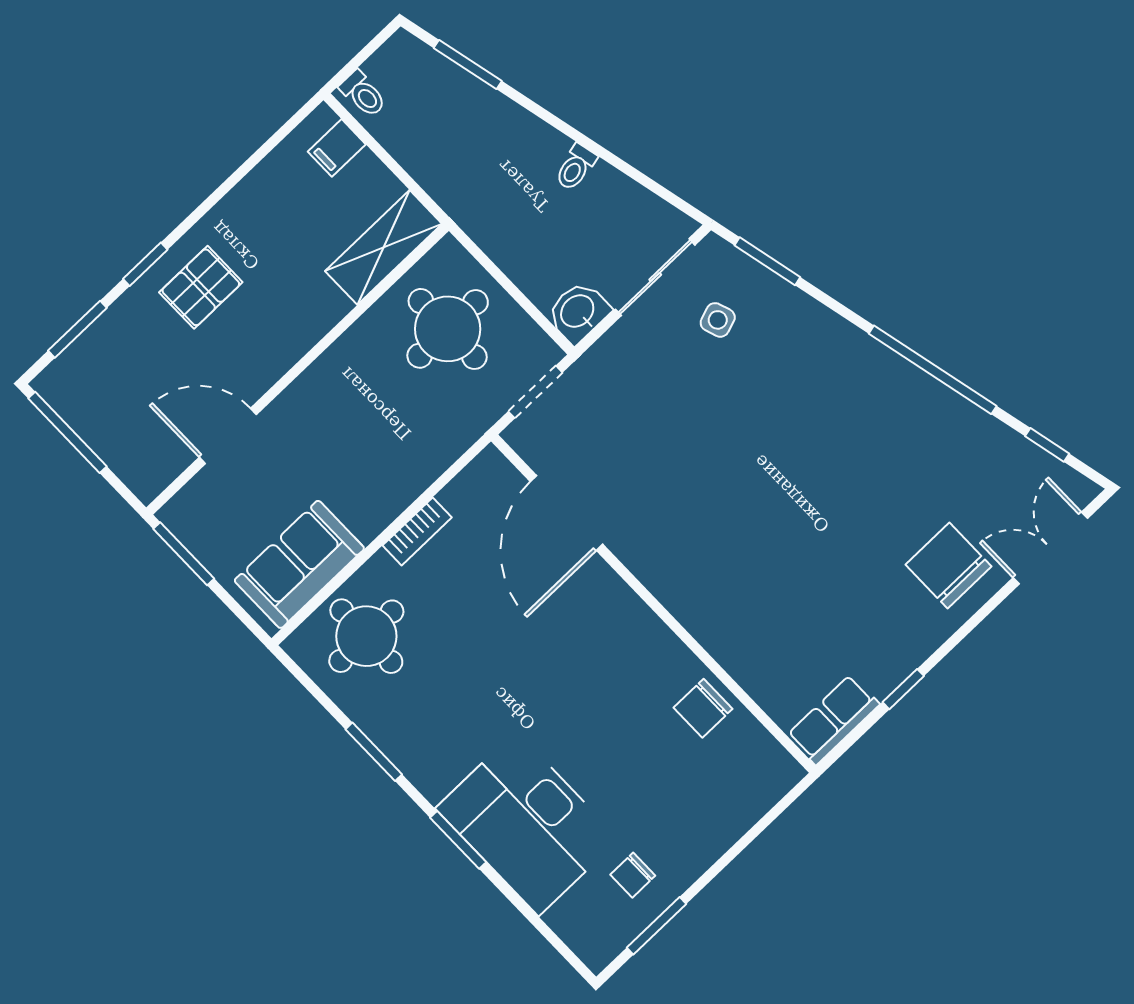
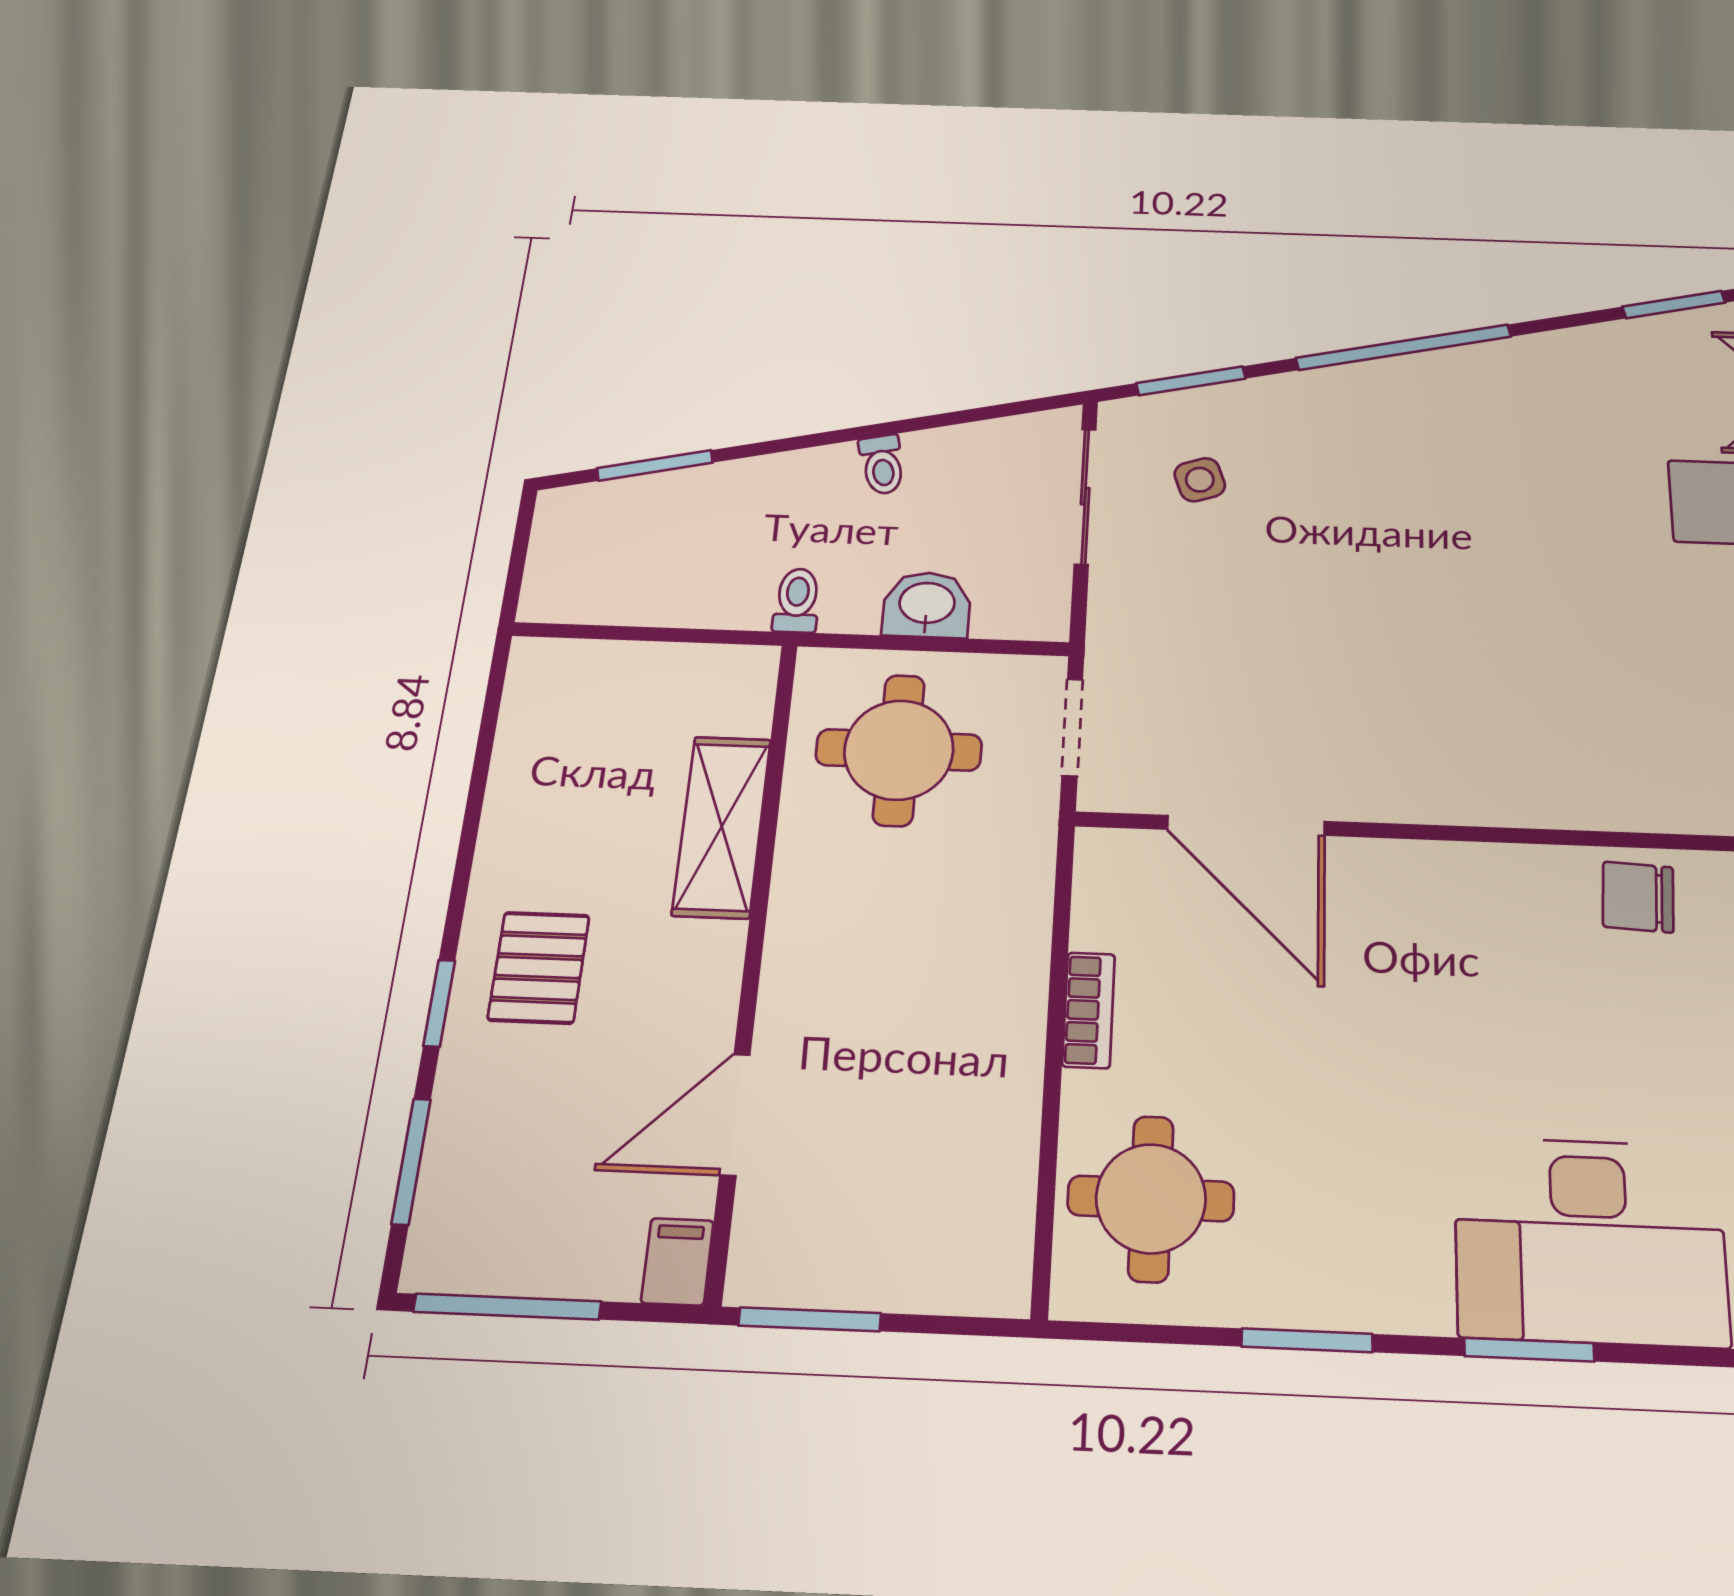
toilet: (363, 94) -> (797, 600), moved, turned -90
filing cabinet: (337, 148) -> (677, 1262), moved, turned 180
shelving: (383, 247) -> (722, 826), moved
washbasin: (578, 312) -> (927, 605), moved, turned 90
window: (933, 370) -> (1404, 347), moved
window: (1047, 445) -> (1674, 305), width x1.50
sofa: (299, 564) -> (978, 1189), removed
chair: (703, 708) -> (1638, 897), turned 93

